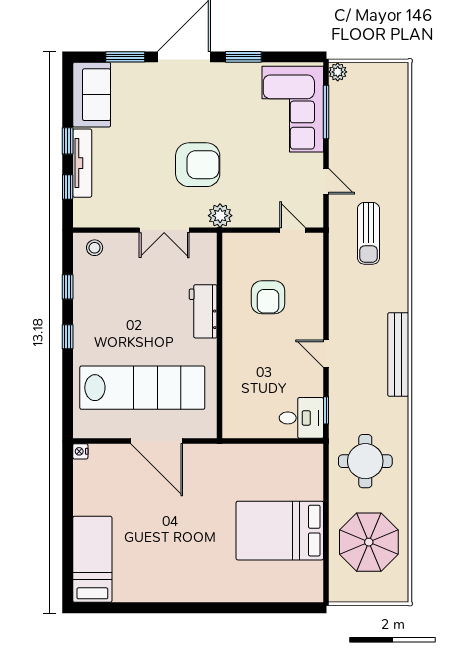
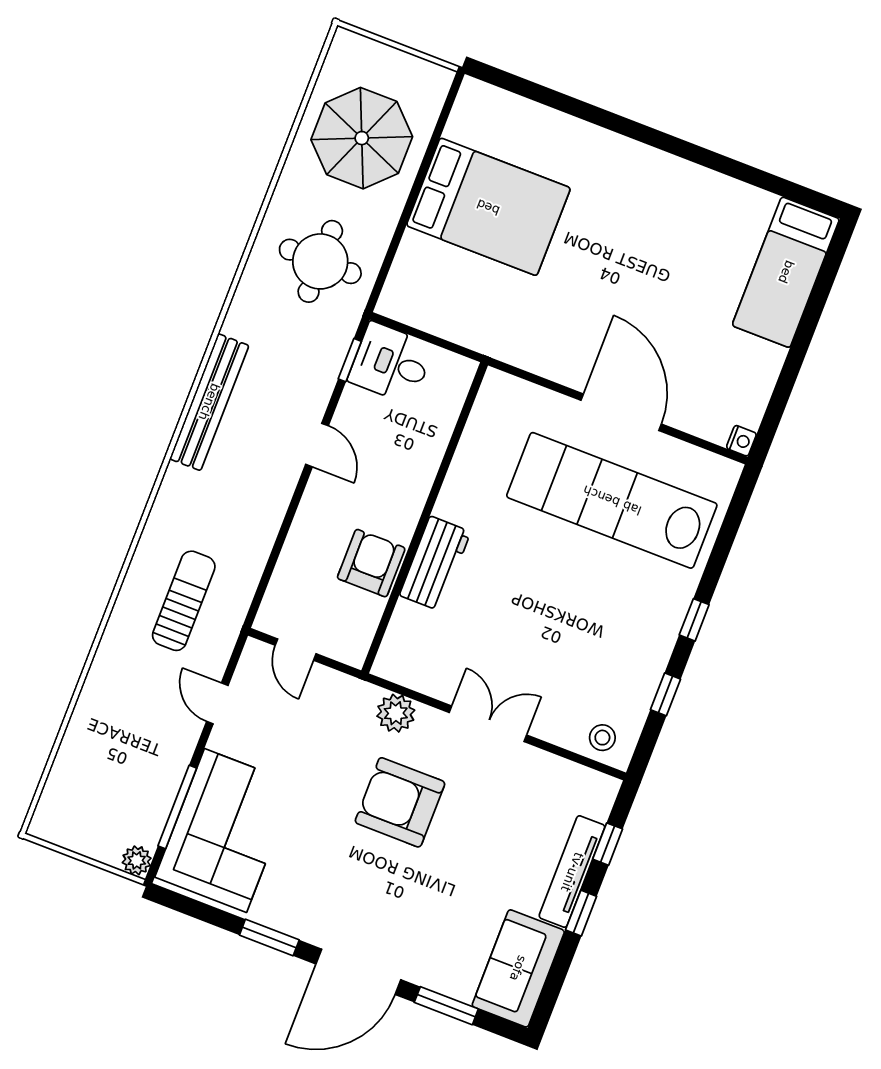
workbench: (203, 311) -> (435, 564), moved
wall: (220, 336) -> (425, 518), moved

